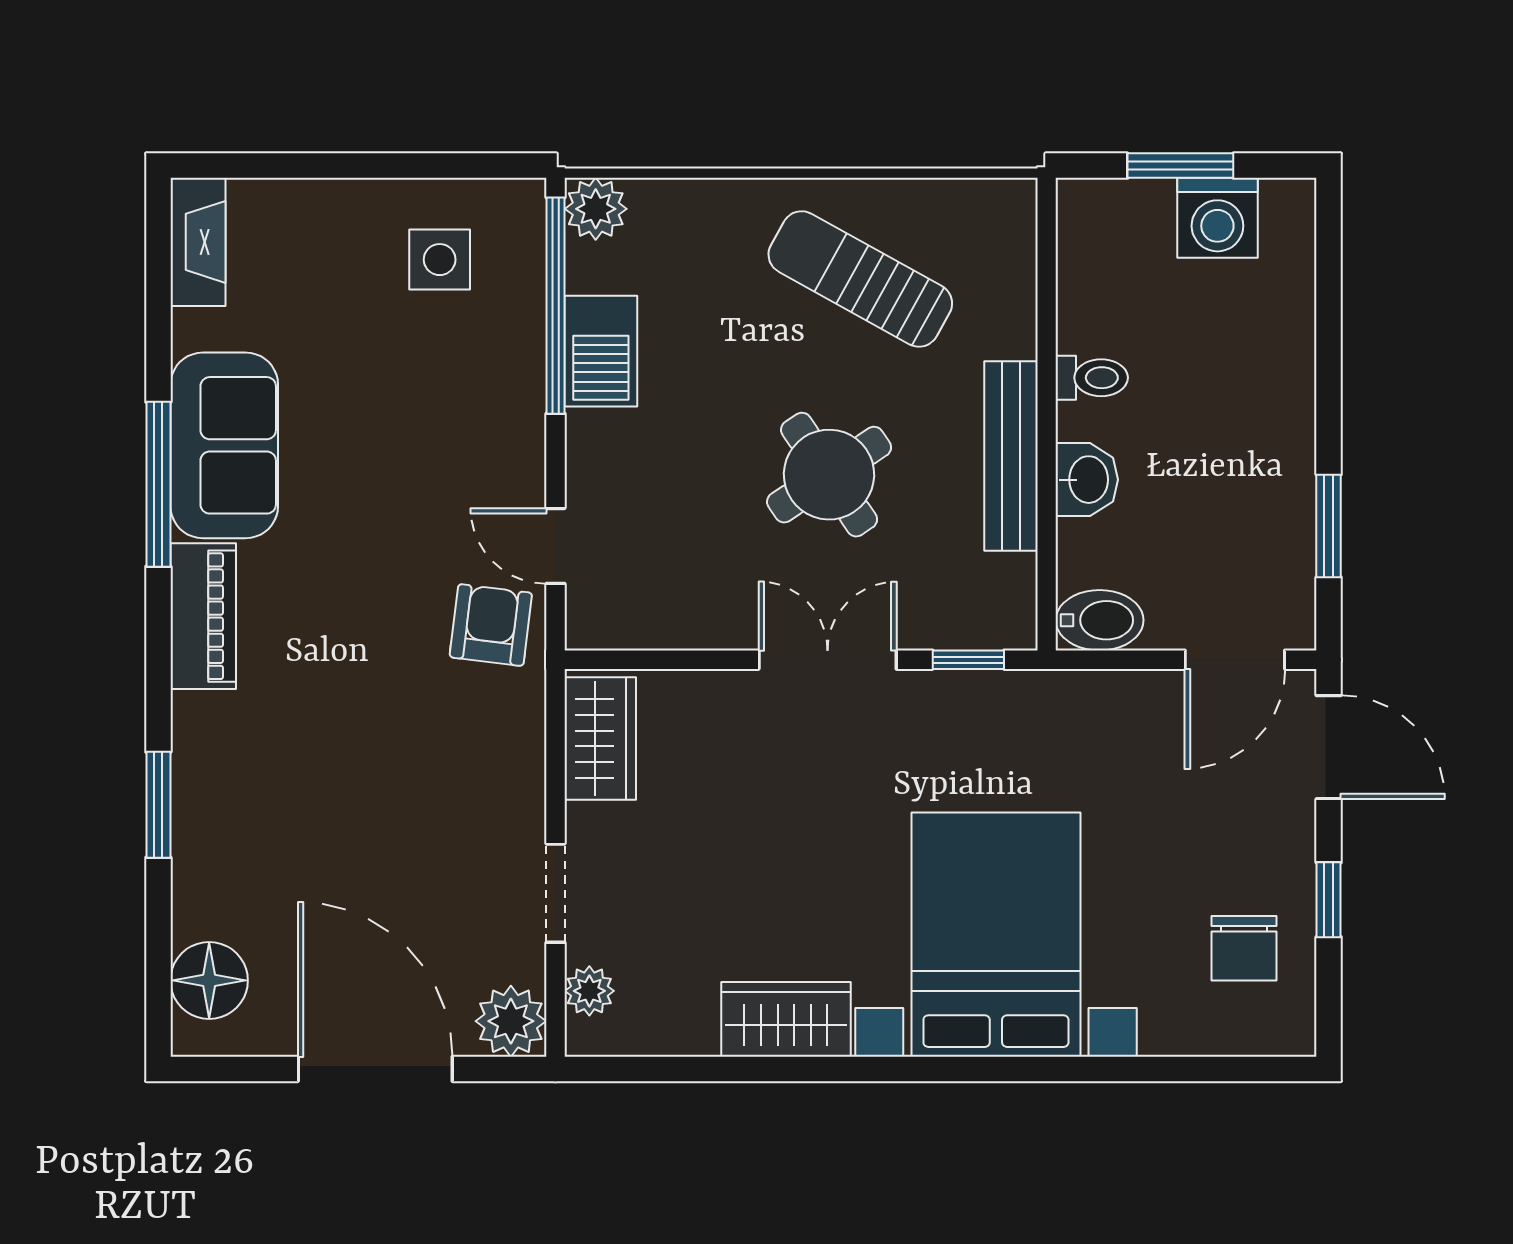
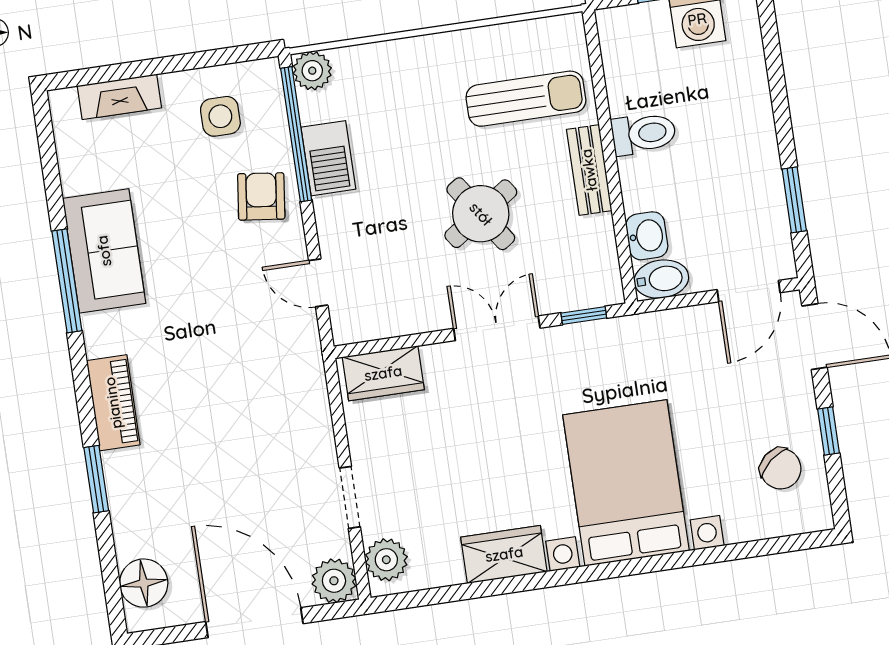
fireplace: (198, 242) -> (119, 97), moved, turned 90
sun lounger: (860, 279) -> (526, 99), moved, turned 151
toilet: (1092, 378) -> (644, 134), width x1.37, depth x1.39
bench: (1011, 456) -> (589, 170), width x0.73
washbasin: (1087, 480) -> (647, 236), moved
piano: (203, 616) -> (113, 403), moved
armchair: (491, 625) -> (261, 196), moved
wardrobe: (600, 739) -> (383, 373), moved, turned 90
chair: (1244, 948) -> (781, 469), turned -40
plant: (589, 991) -> (386, 560), width x1.38, depth x1.38

